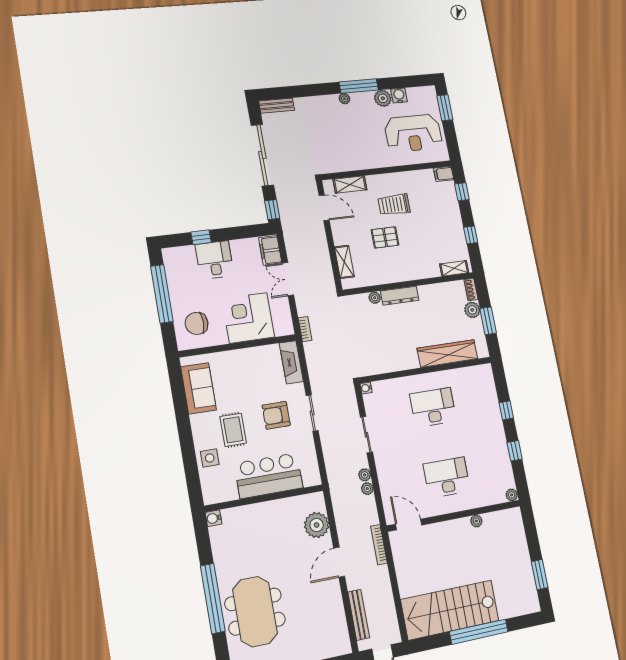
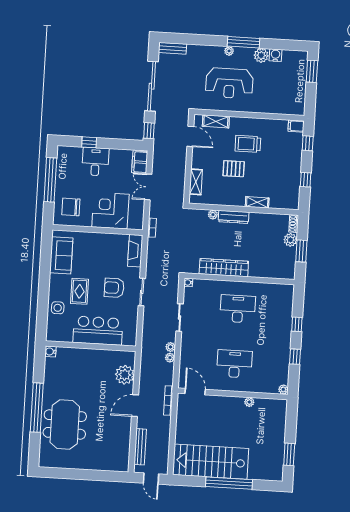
reception desk: (413, 133) -> (229, 83), moved
shelving: (454, 268) -> (257, 202), moved
wardrobe: (447, 353) -> (224, 268), moved

